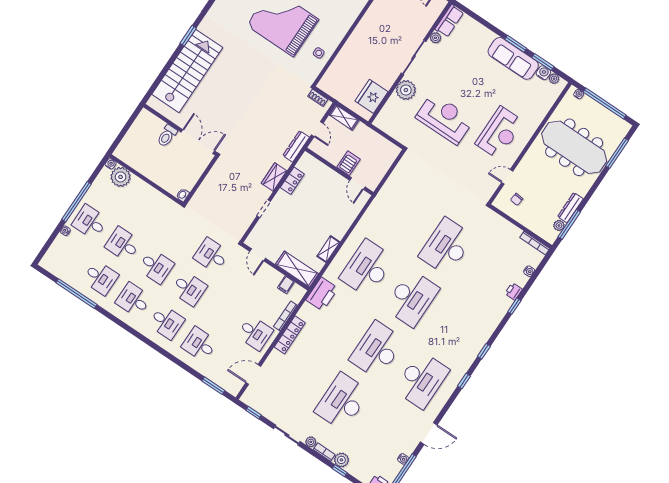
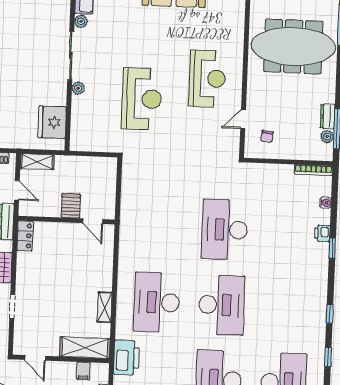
plant: (406, 90) -> (78, 88), width x0.53, depth x0.53
reception desk: (445, 119) -> (142, 99), turned 90
locker: (292, 181) -> (25, 236), moved
dresser: (570, 208) -> (328, 116), width x0.70

